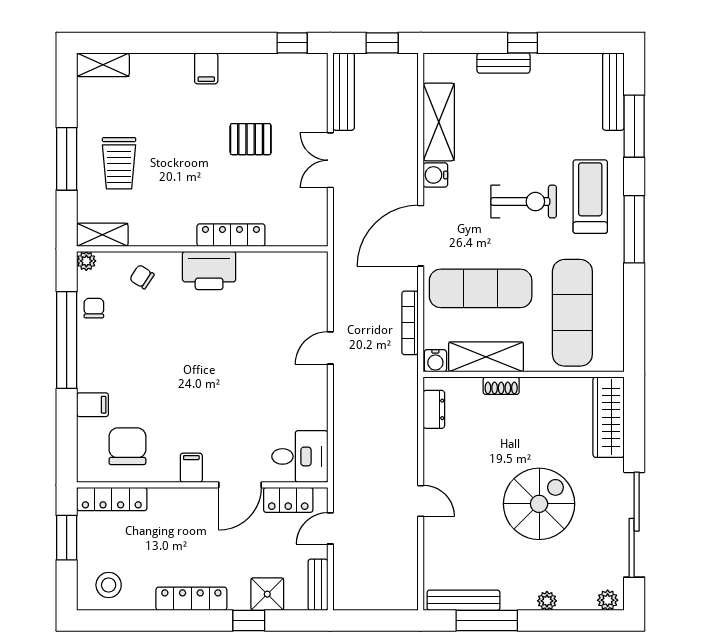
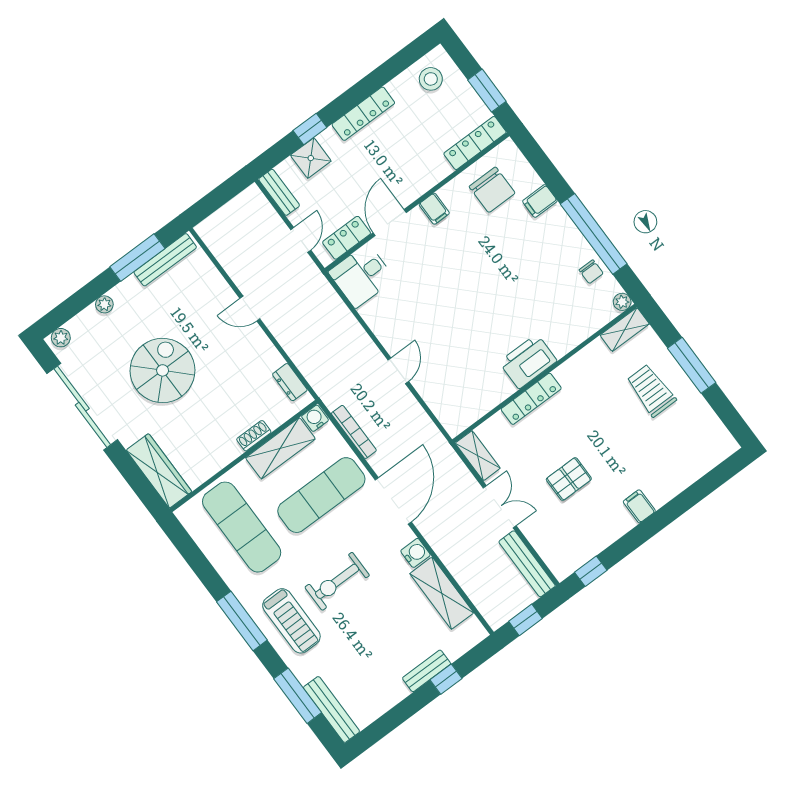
window: (522, 43) -> (446, 679), moved
shelving: (103, 65) -> (478, 456), moved, turned 90
chair: (142, 277) -> (573, 320), removed
spiral stairs: (539, 504) -> (163, 370), turned 180

